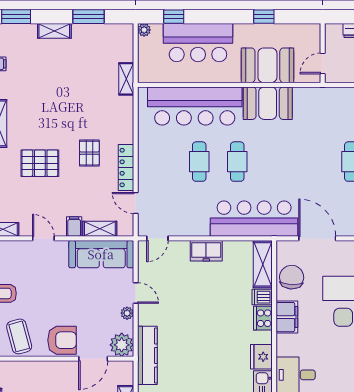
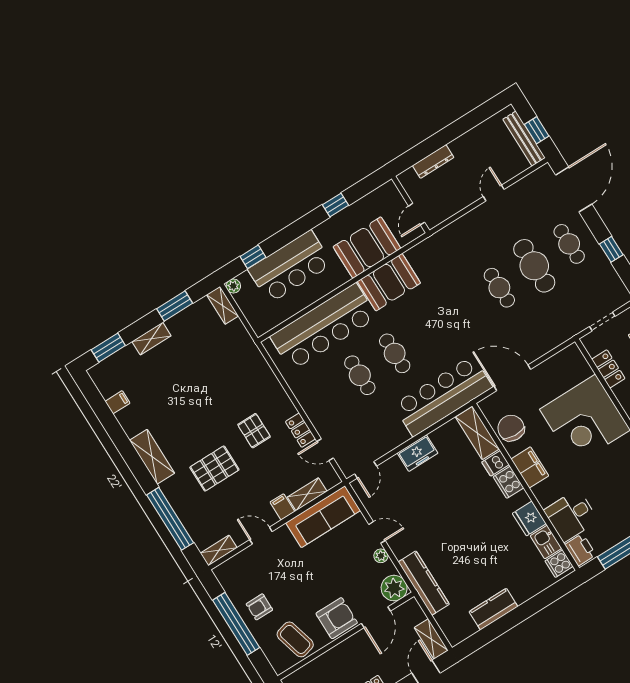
shelving: (126, 79) -> (223, 305), moved
locker: (126, 168) -> (301, 430), width x0.66

